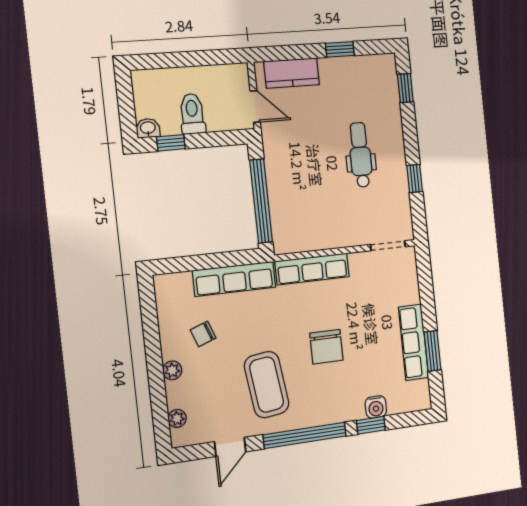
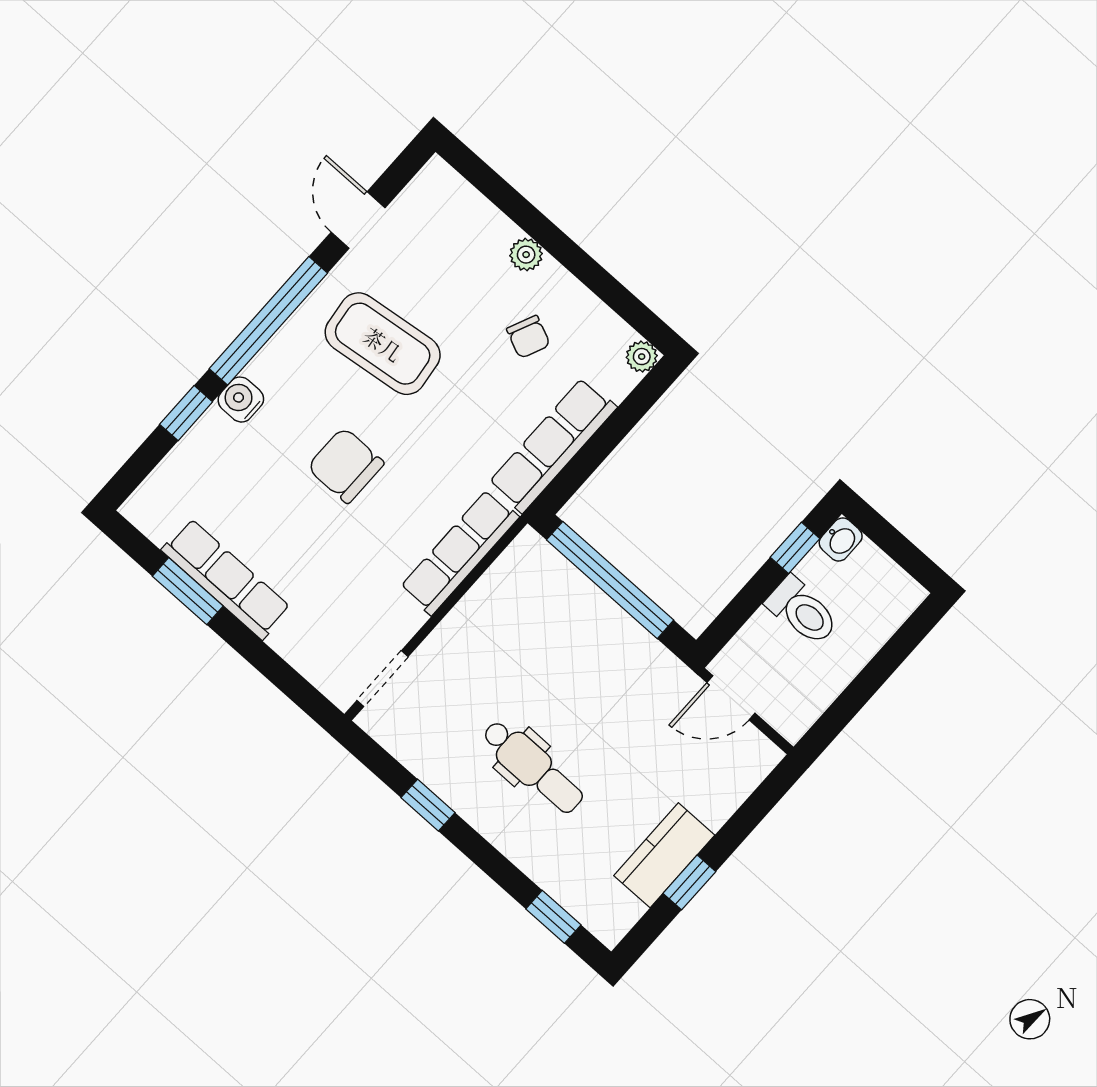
kitchen counter: (292, 73) -> (664, 855), moved
chair: (203, 334) -> (528, 337), turned 134
water cooler: (376, 407) -> (241, 400), moved
plant: (177, 418) -> (642, 357), moved

